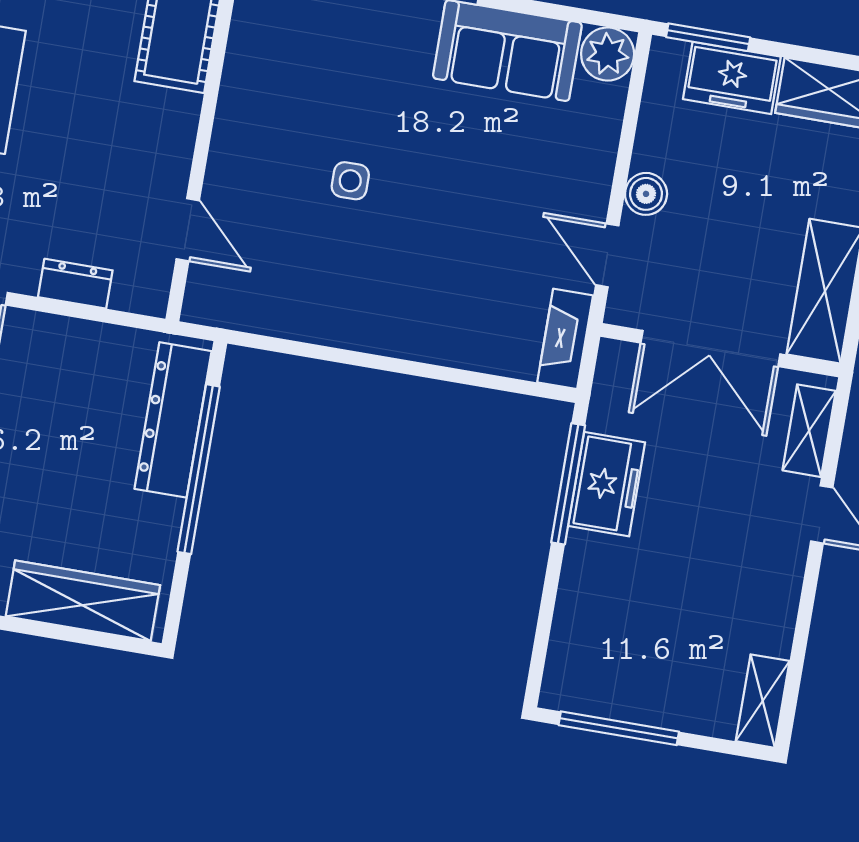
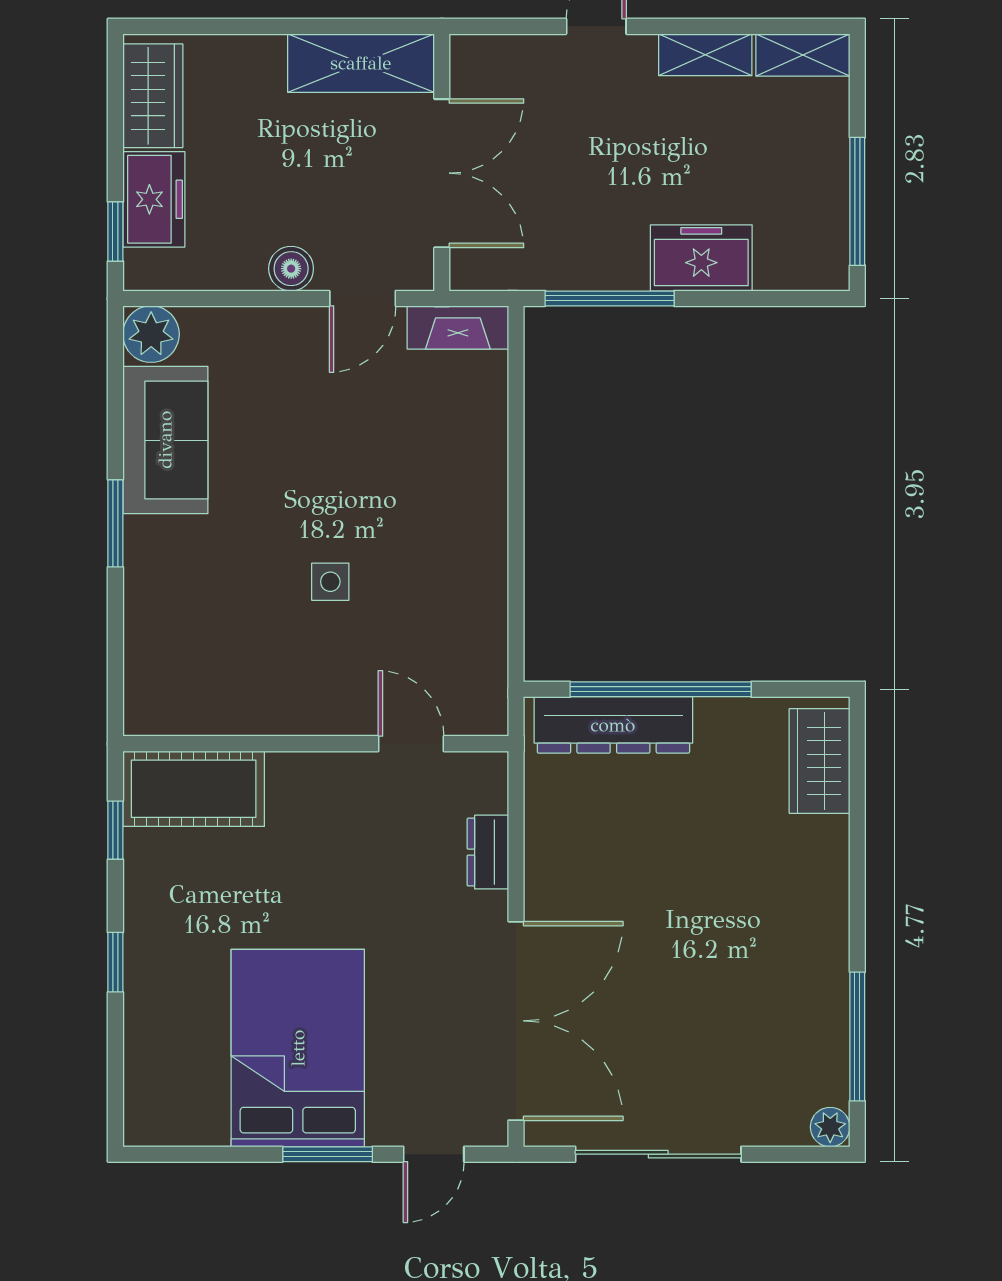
window: (708, 37) -> (115, 231), width x0.67
door: (188, 230) -> (411, 744), hinge flipped
shelving: (809, 431) -> (705, 55), moved
freezer: (607, 484) -> (701, 258), moved
wardrobe: (83, 601) -> (820, 761), width x0.67

